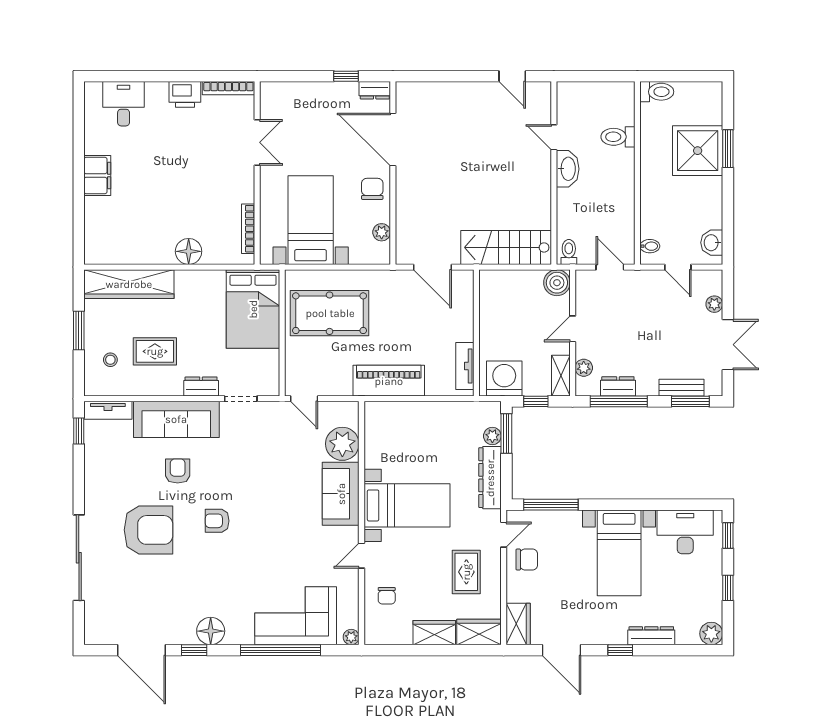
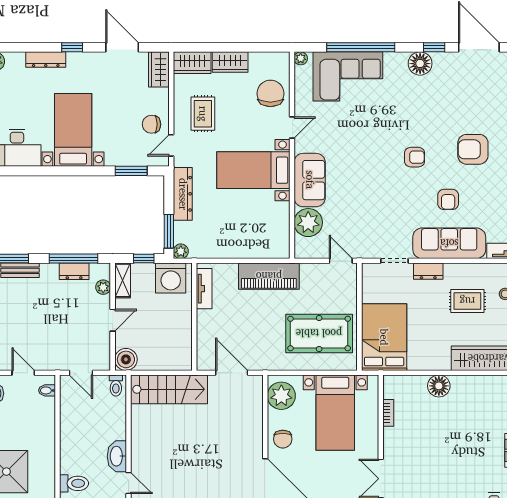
bookcase: (248, 229) -> (388, 413), width x0.64
plant: (382, 232) -> (281, 396), width x1.87, depth x1.87
plant: (492, 436) -> (181, 251), moved
window: (551, 505) -> (131, 171), width x0.69
armchair: (148, 530) -> (473, 149), width x0.73, depth x0.73
chair: (387, 596) -> (270, 93), width x1.87, depth x1.87

